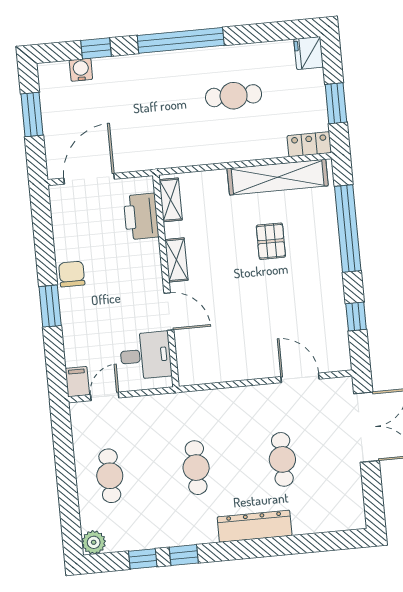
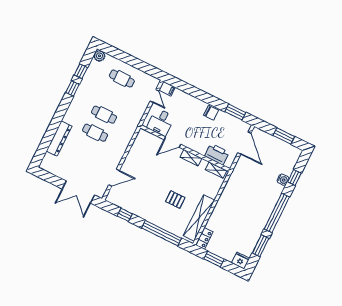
window: (259, 33) -> (261, 246), added
water cooler: (81, 70) -> (283, 180), moved
cafe table: (234, 96) -> (242, 220), removed
window: (50, 306) -> (235, 112), moved
cafe table: (282, 459) -> (95, 133), moved
dresser: (255, 526) -> (59, 138), moved

